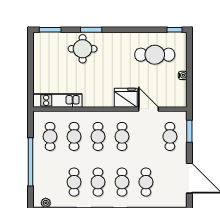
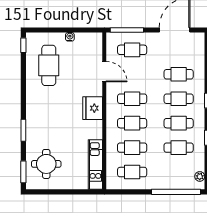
round table: (83, 49) -> (46, 164), moved
fridge: (126, 98) -> (93, 108), moved
door: (149, 109) -> (104, 72), swing flipped
window: (189, 131) -> (127, 30), width x1.44
window: (31, 162) -> (176, 192), moved

